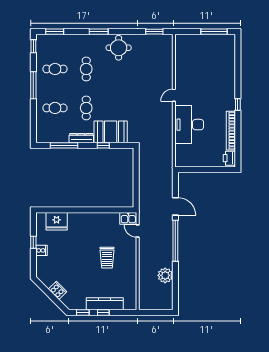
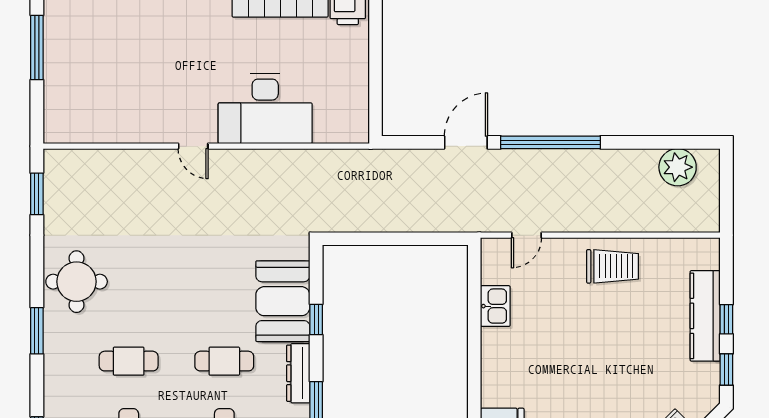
kitchen sink: (128, 218) -> (495, 306), moved
trolley: (107, 258) -> (613, 266), moved
plant: (165, 275) -> (678, 167), moved

